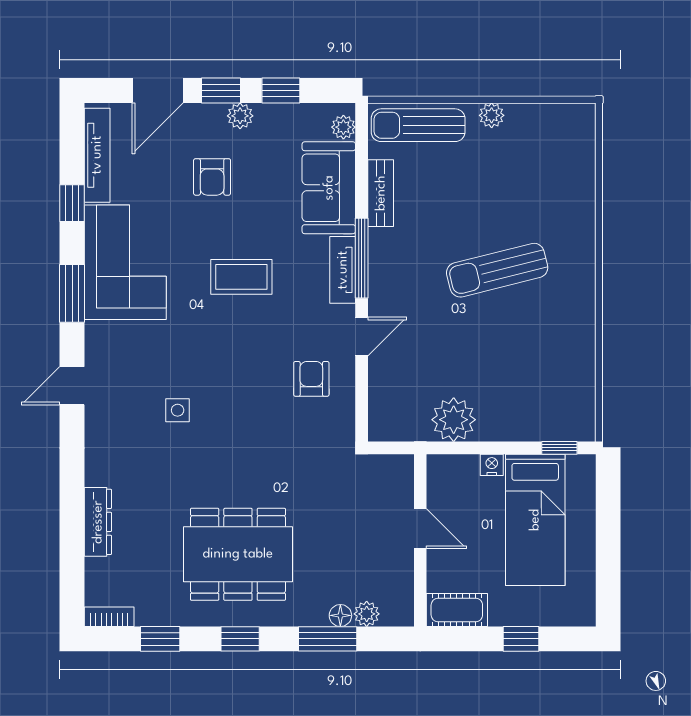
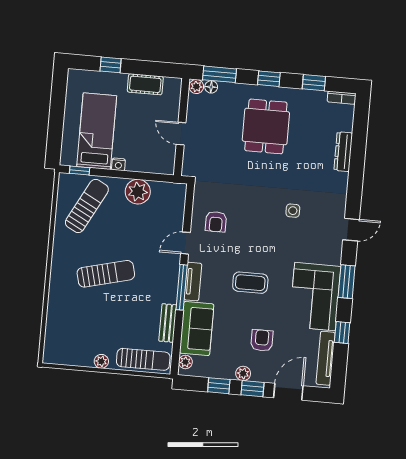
sun lounger: (541, 387) -> (87, 206), added
door: (420, 529) -> (181, 134), moved
wall: (420, 540) -> (182, 127), moved
dining table: (238, 554) -> (266, 126), width x0.73

